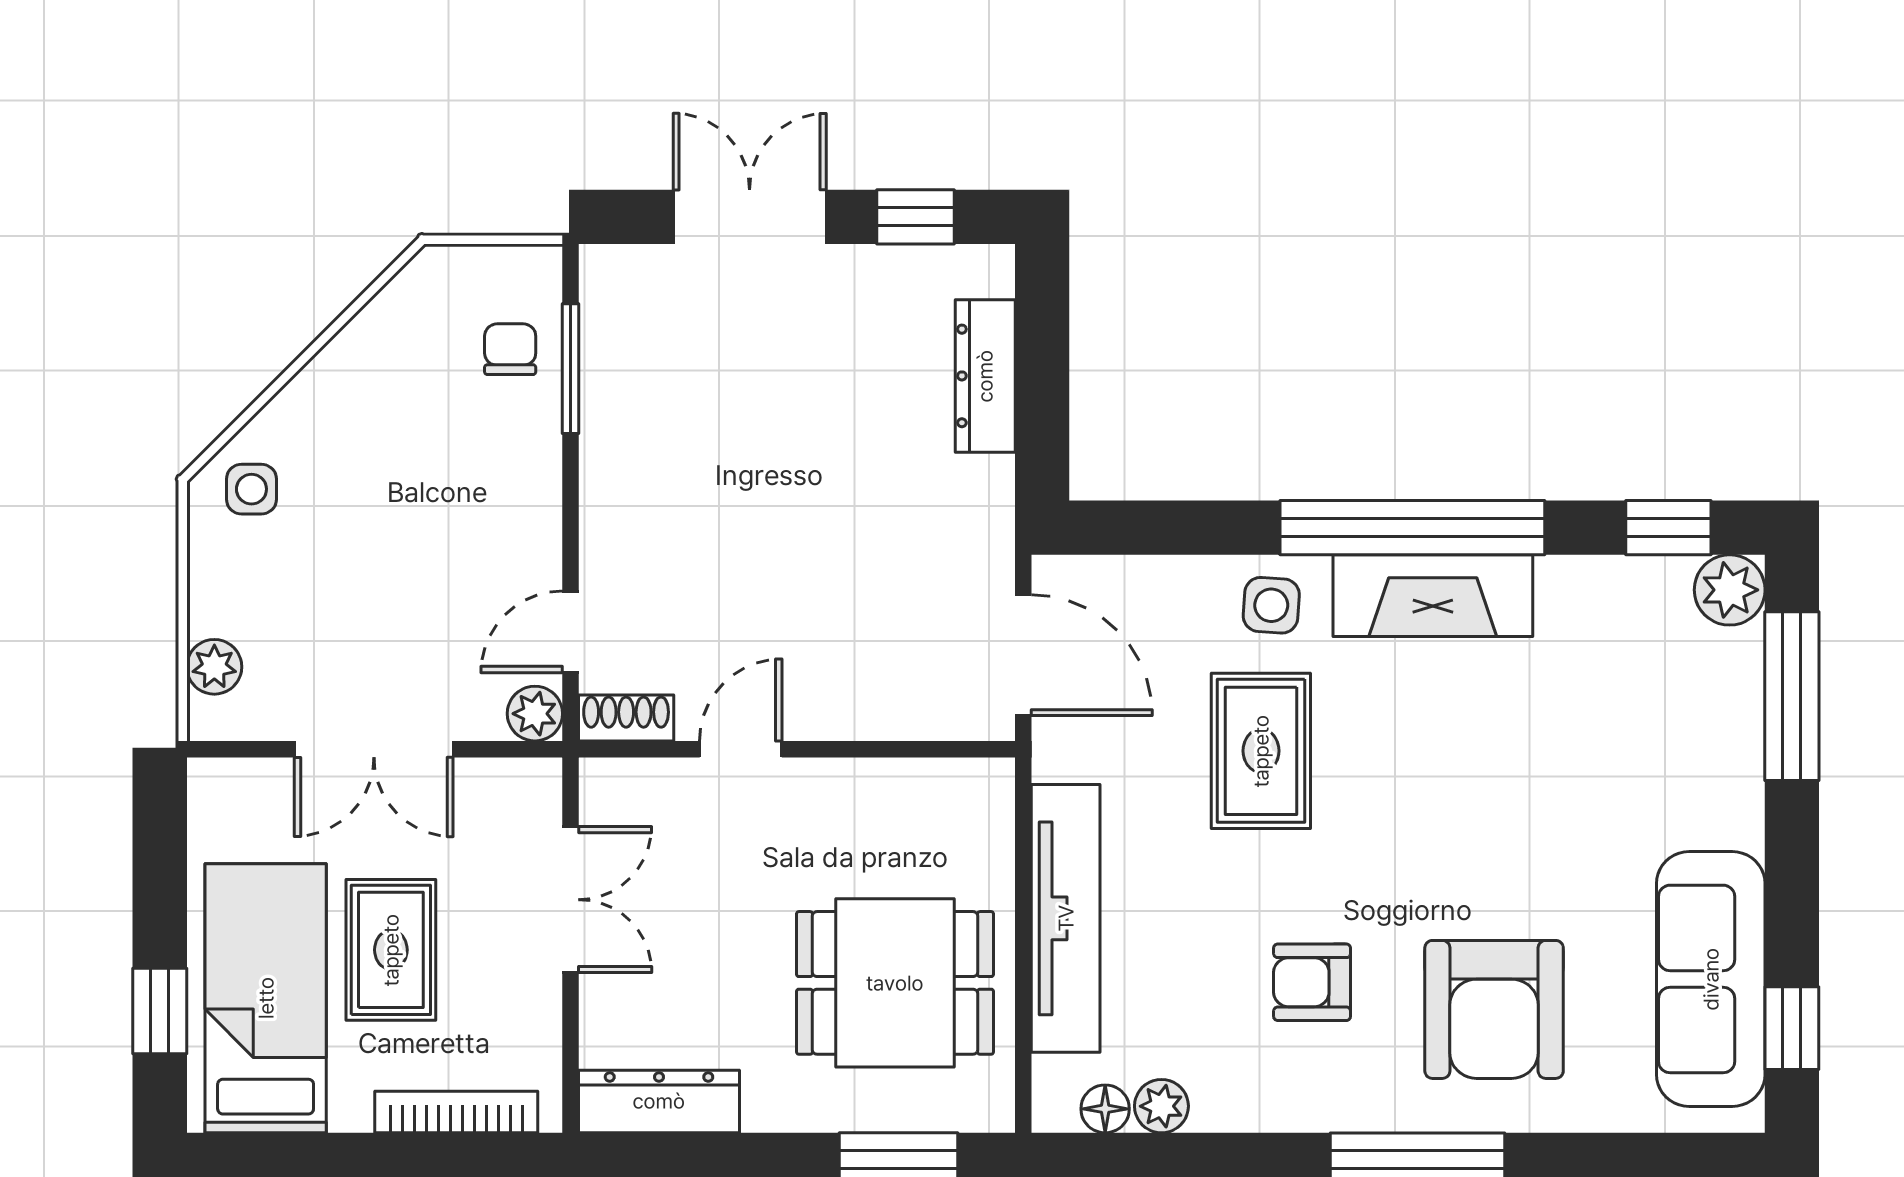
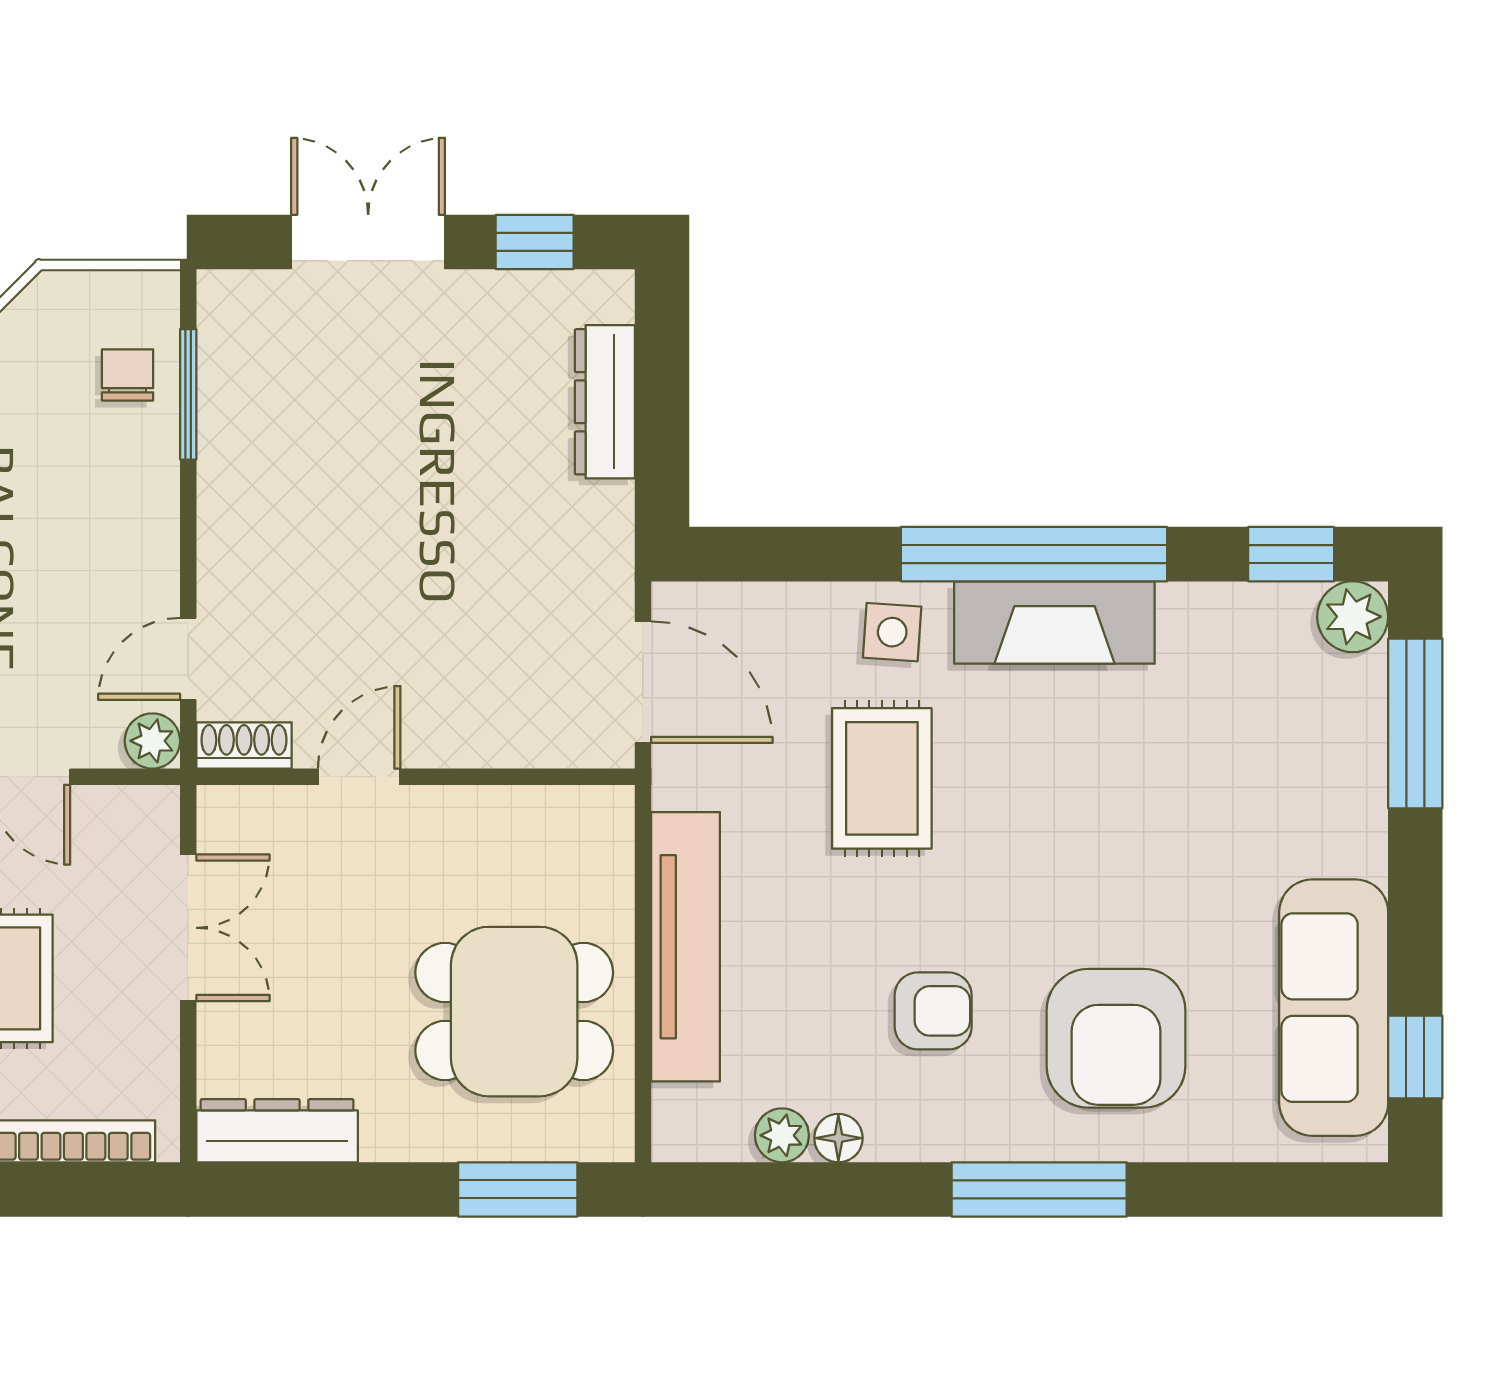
armchair: (1312, 982) -> (933, 1011), turned 180
floor lamp: (1105, 1109) -> (838, 1138), moved

